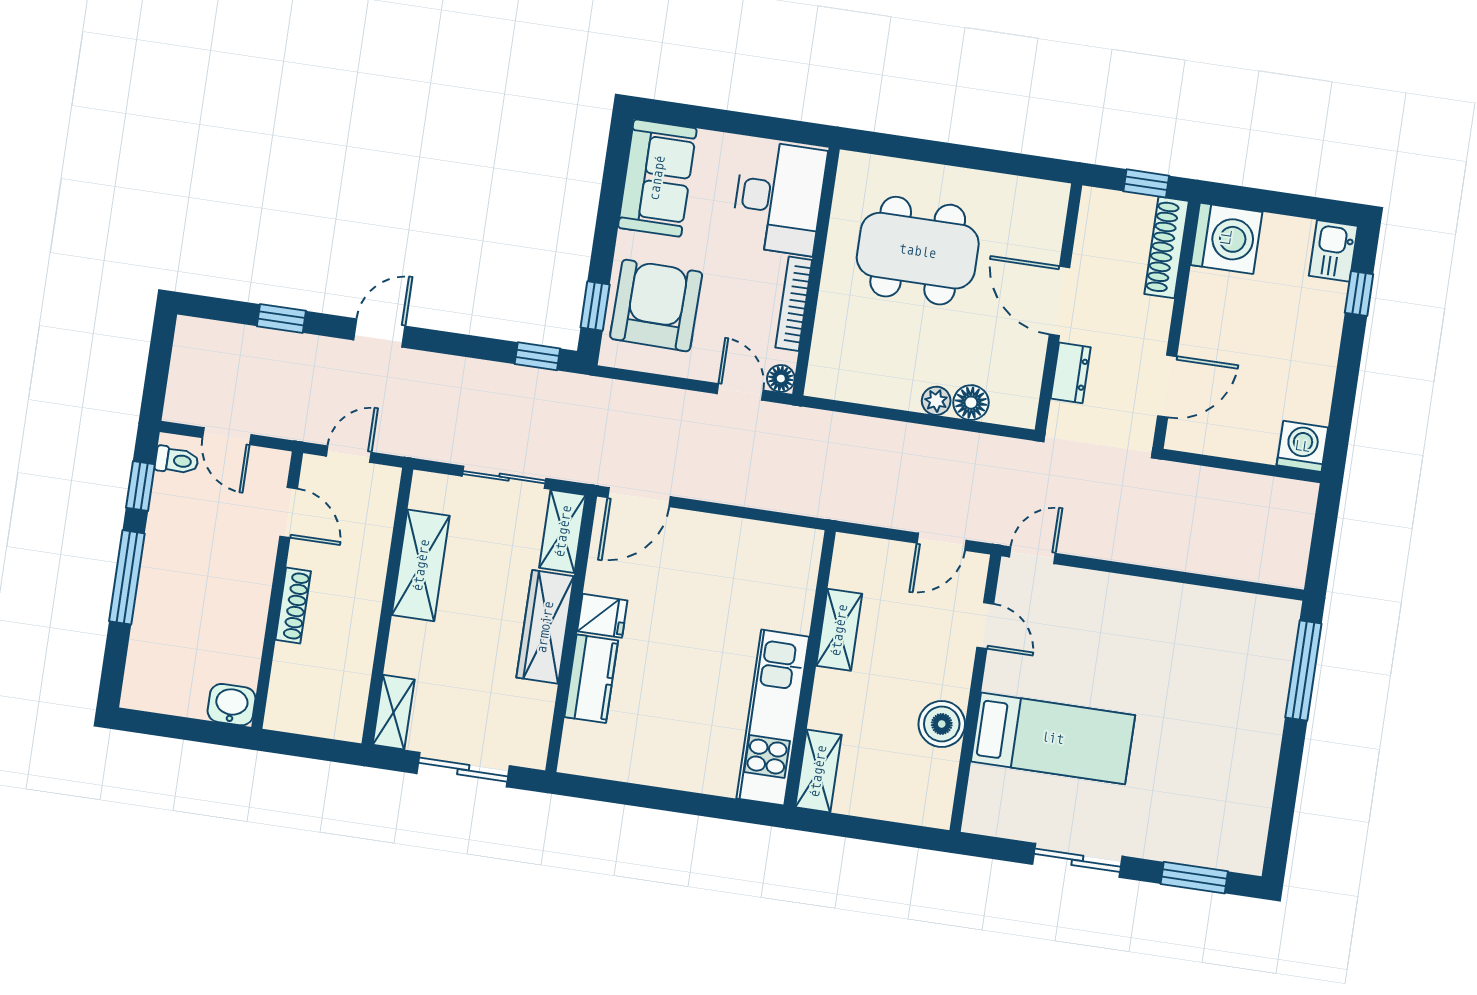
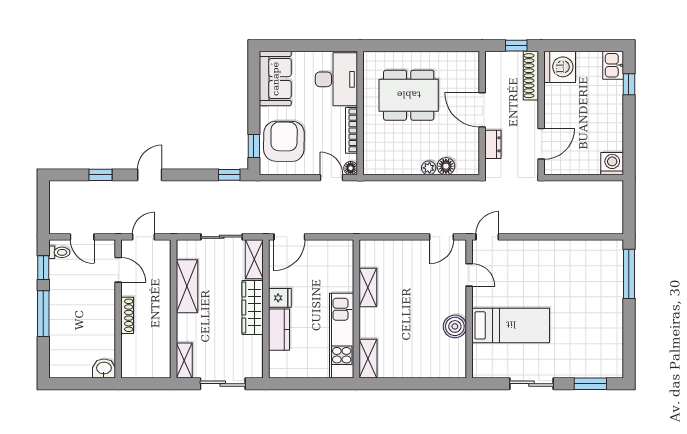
shelving: (839, 630) -> (368, 288), moved
wall: (810, 669) -> (356, 309), moved
kitchen unit: (773, 718) -> (342, 336), moved
shelving: (818, 771) -> (368, 359), moved

